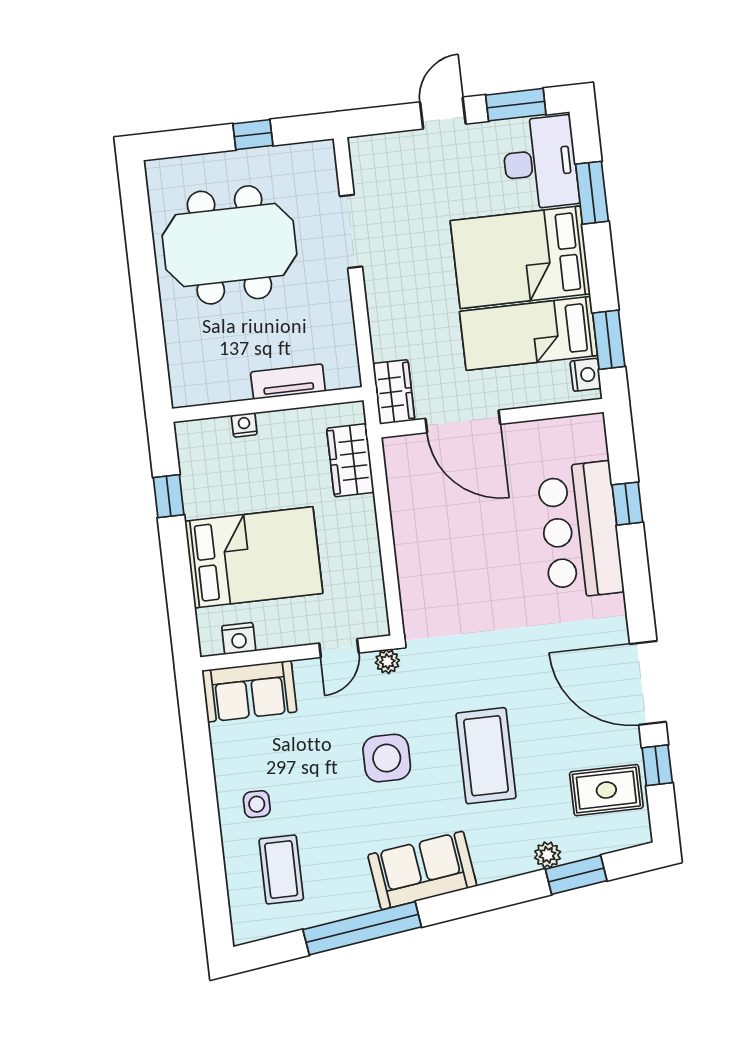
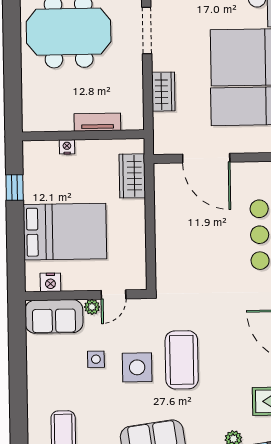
wardrobe: (394, 392) -> (163, 92), moved
plant: (387, 661) -> (92, 307), moved
coffee table: (486, 756) -> (182, 360), moved
side table: (257, 804) -> (96, 359), moved

